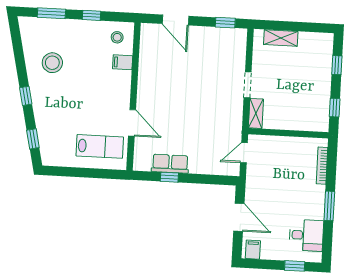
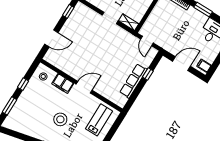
filing cabinet: (123, 62) -> (63, 84), width x2.00
stool: (52, 63) -> (60, 119), moved
door: (132, 123) -> (84, 87), moved
row of seats: (170, 164) -> (133, 81), width x1.48
window: (169, 177) -> (148, 74), moved

